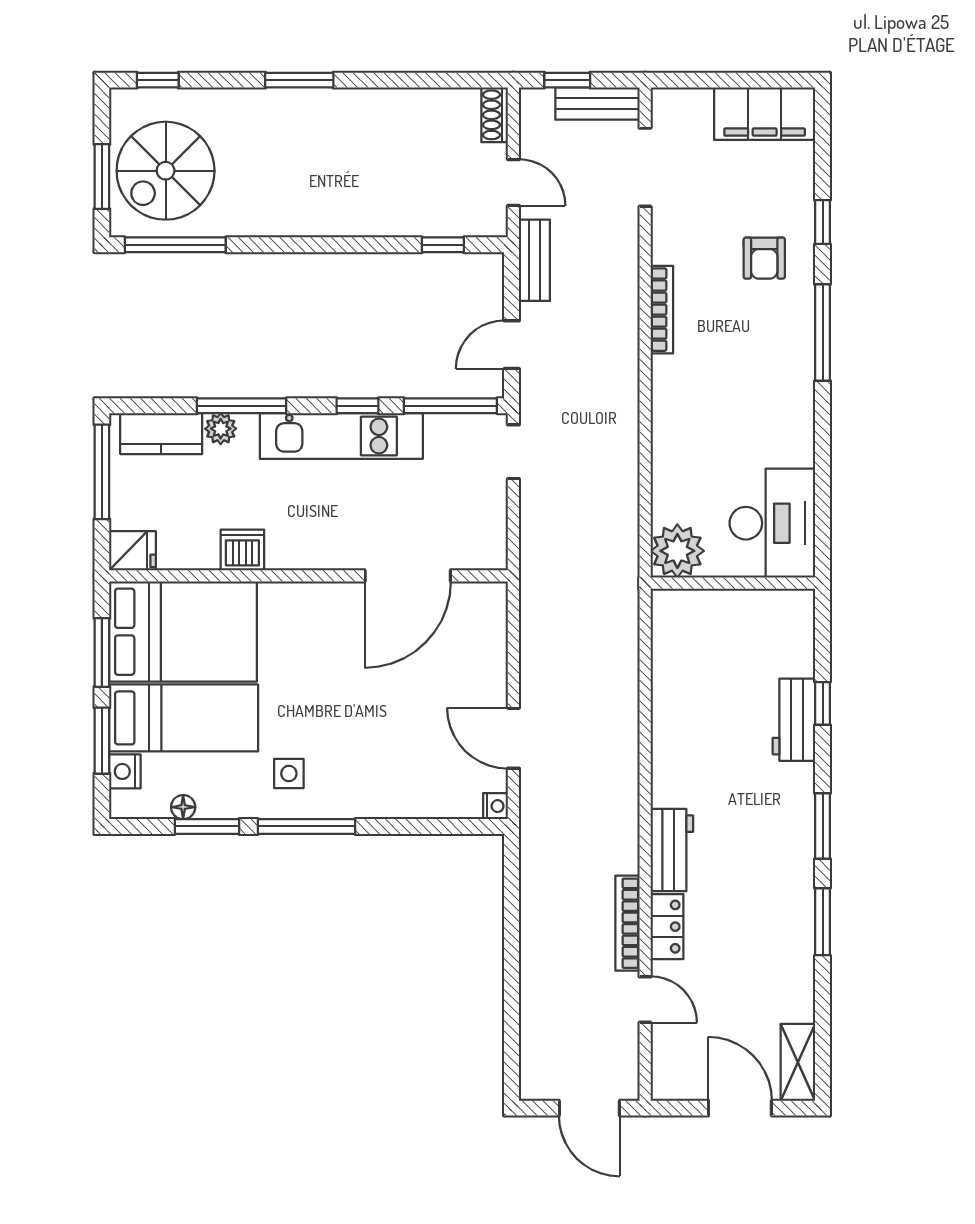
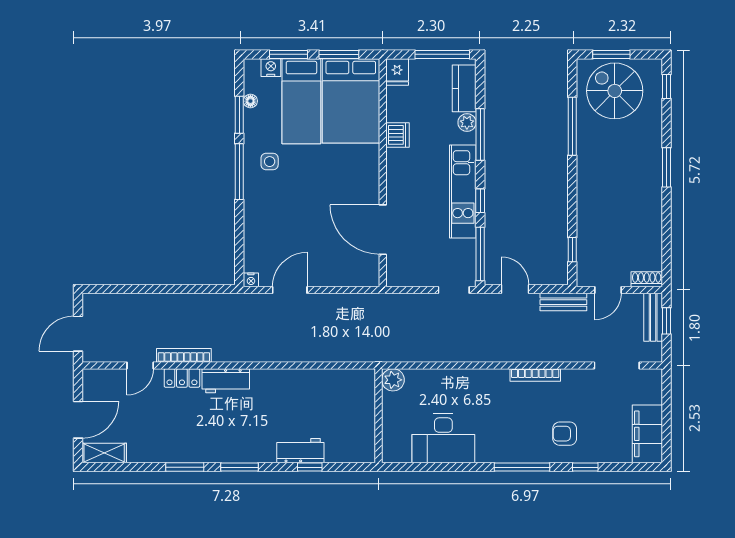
bench: (597, 104) -> (653, 317), moved
window: (175, 245) -> (572, 126), moved
desk: (772, 523) -> (443, 438), moved
plant: (677, 551) -> (393, 380), width x0.73, depth x0.73

